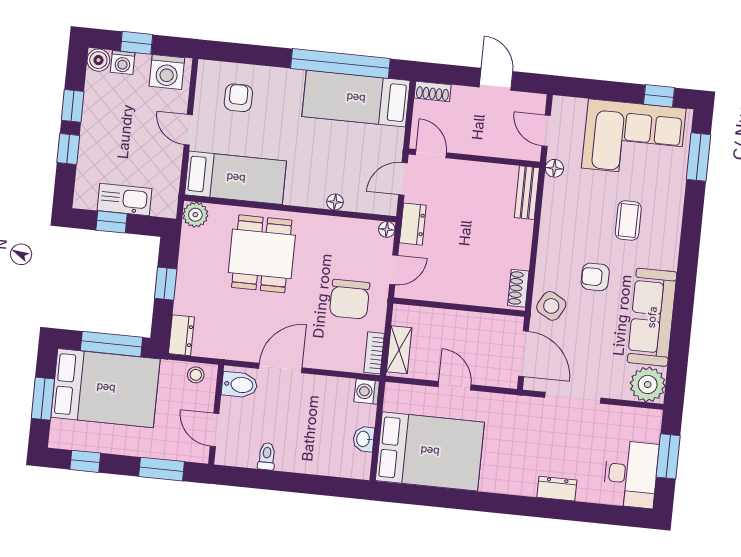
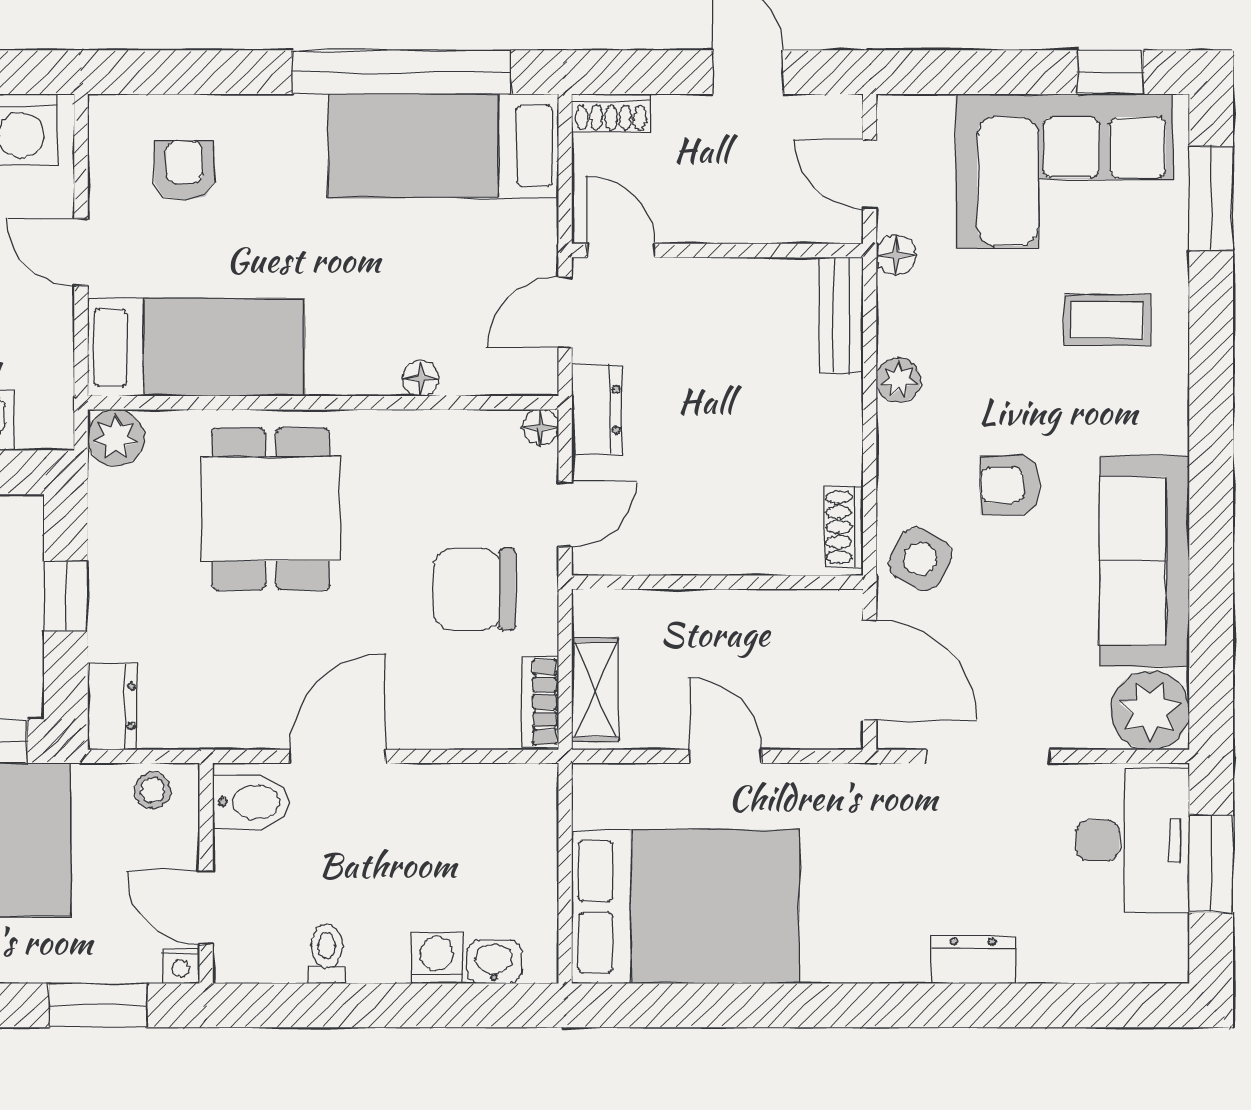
coffee table: (628, 221) -> (1107, 320), moved, turned 90
plant: (550, 225) -> (898, 380), added
chair: (350, 299) -> (474, 589), turned 90
washing machine: (367, 391) -> (437, 958), moved, turned 90
washbasin: (364, 439) -> (494, 962), moved, turned 90
nightstand: (200, 455) -> (181, 966), added
desk: (631, 474) -> (1133, 840), moved

